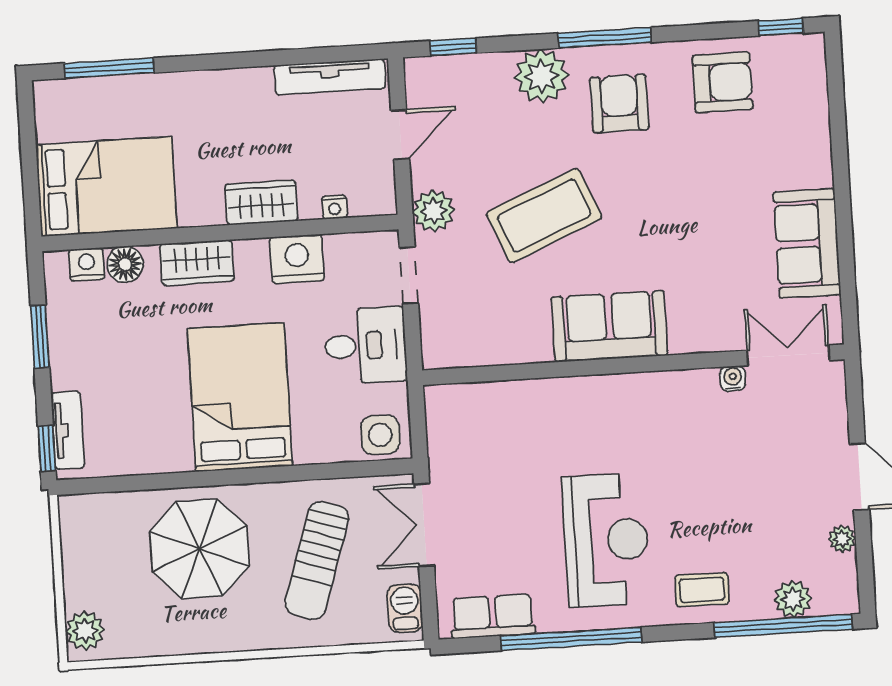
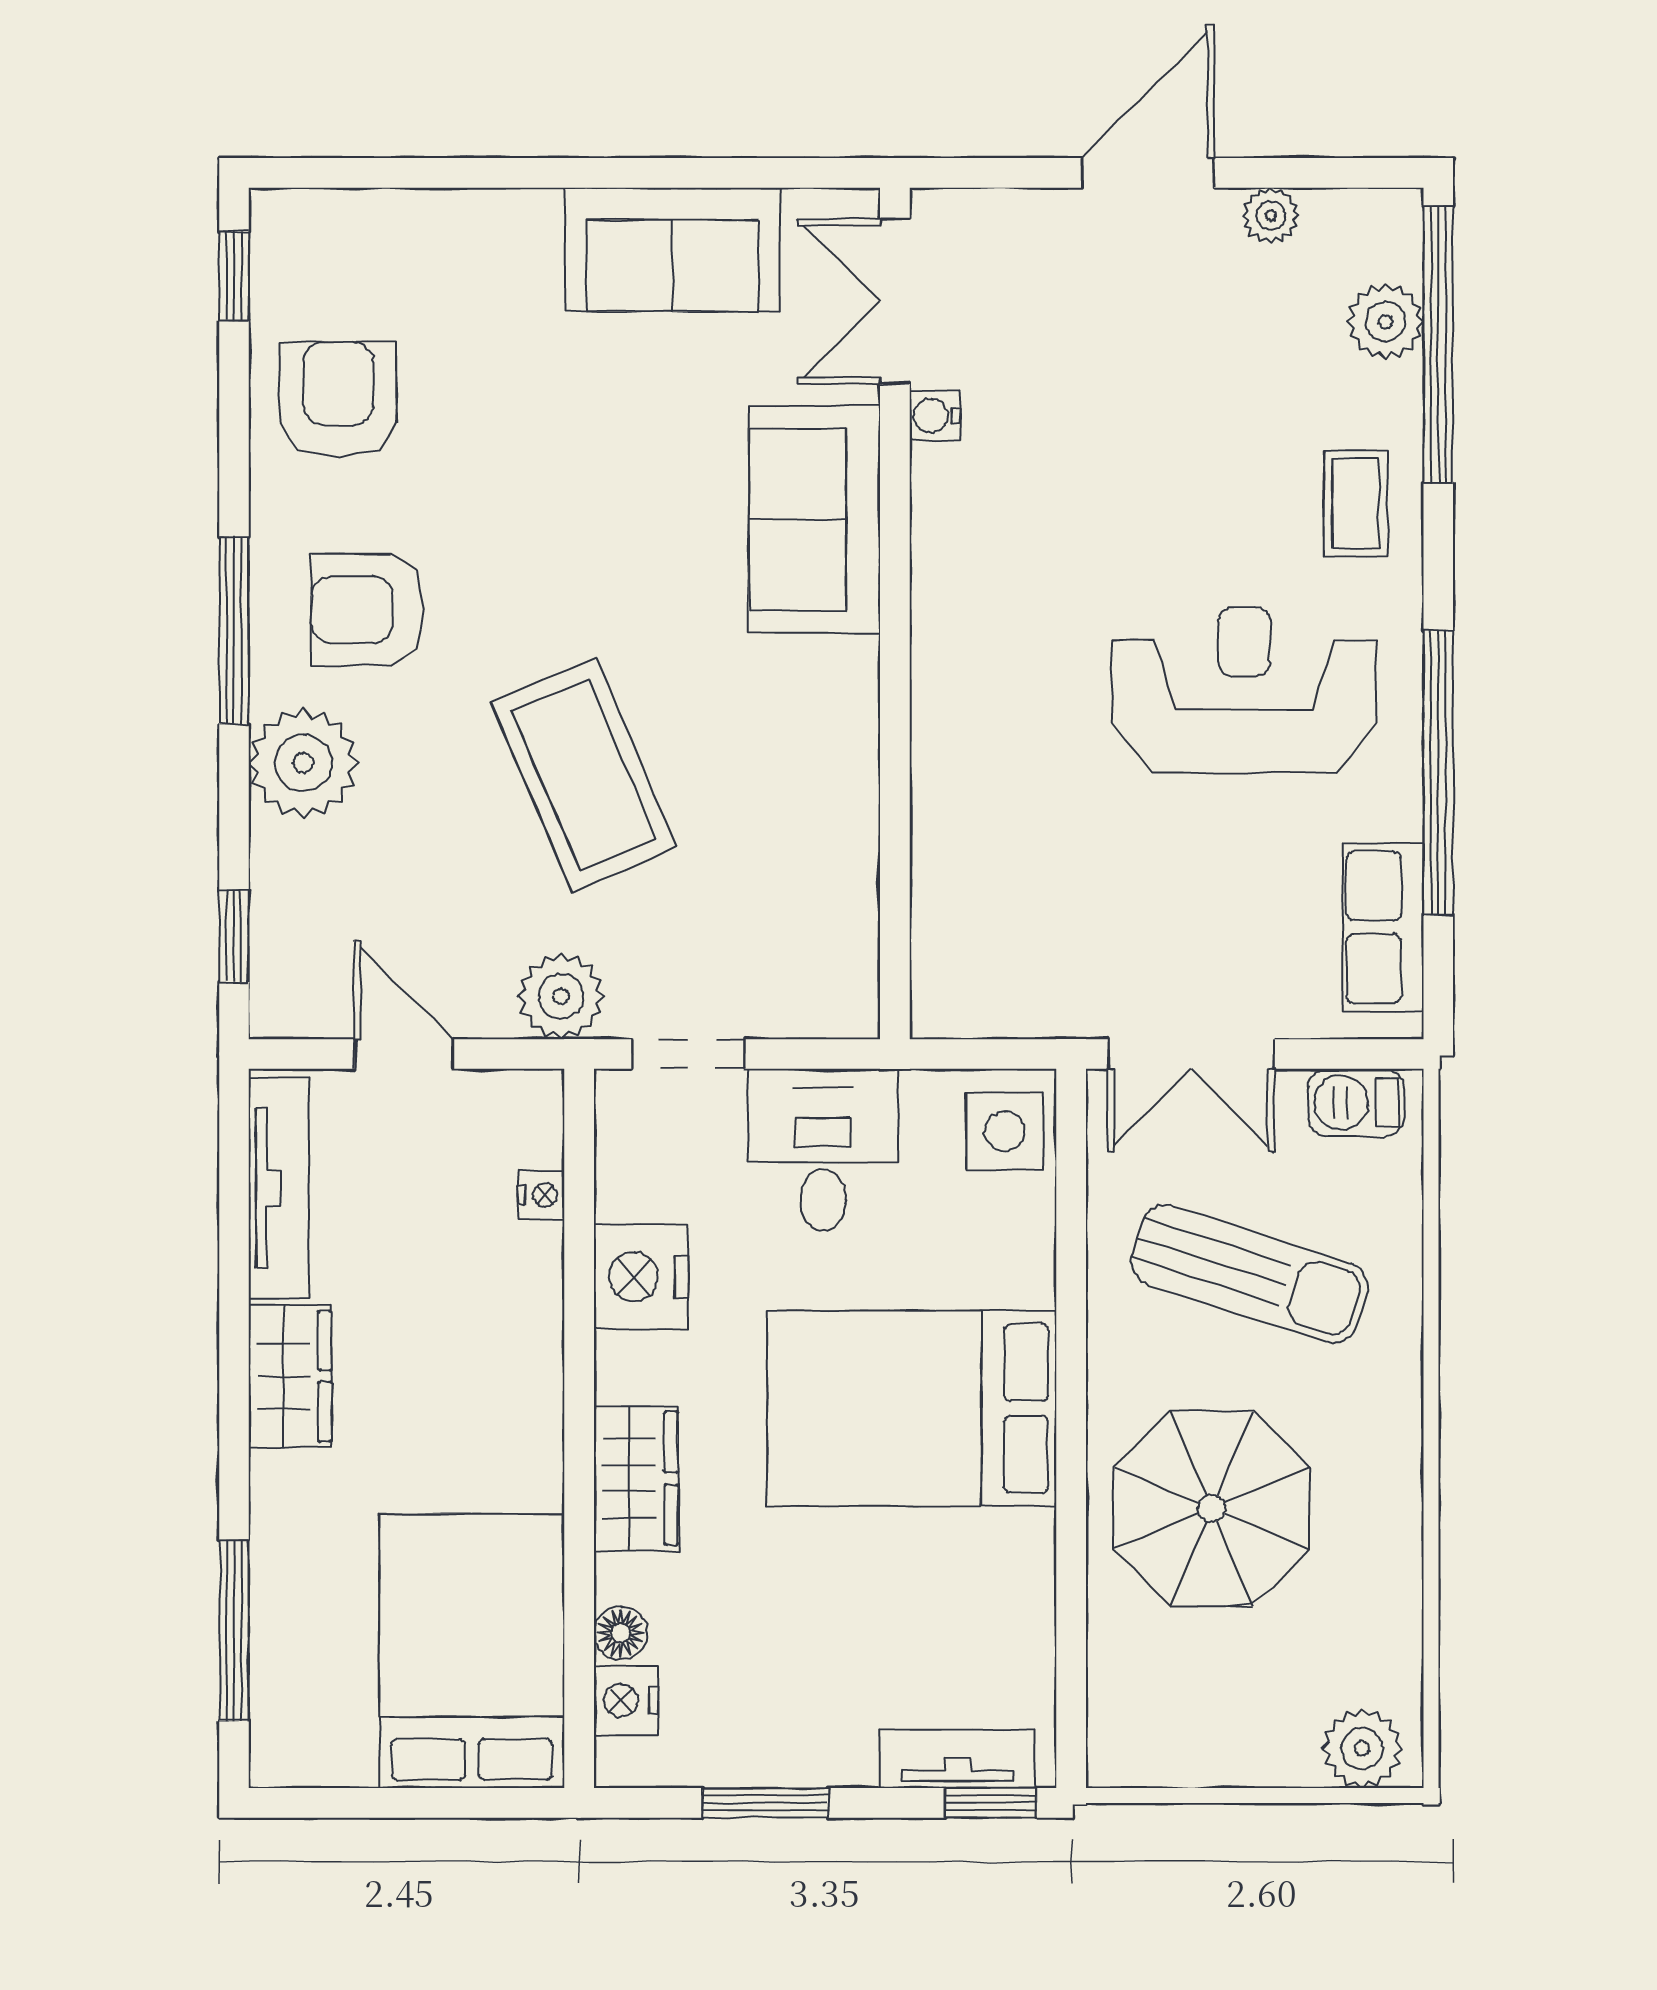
wardrobe: (261, 203) -> (290, 1376), moved, turned 180
floor lamp: (125, 264) -> (621, 1633), width x0.73, depth x0.73
sofa: (609, 326) -> (814, 519), moved

